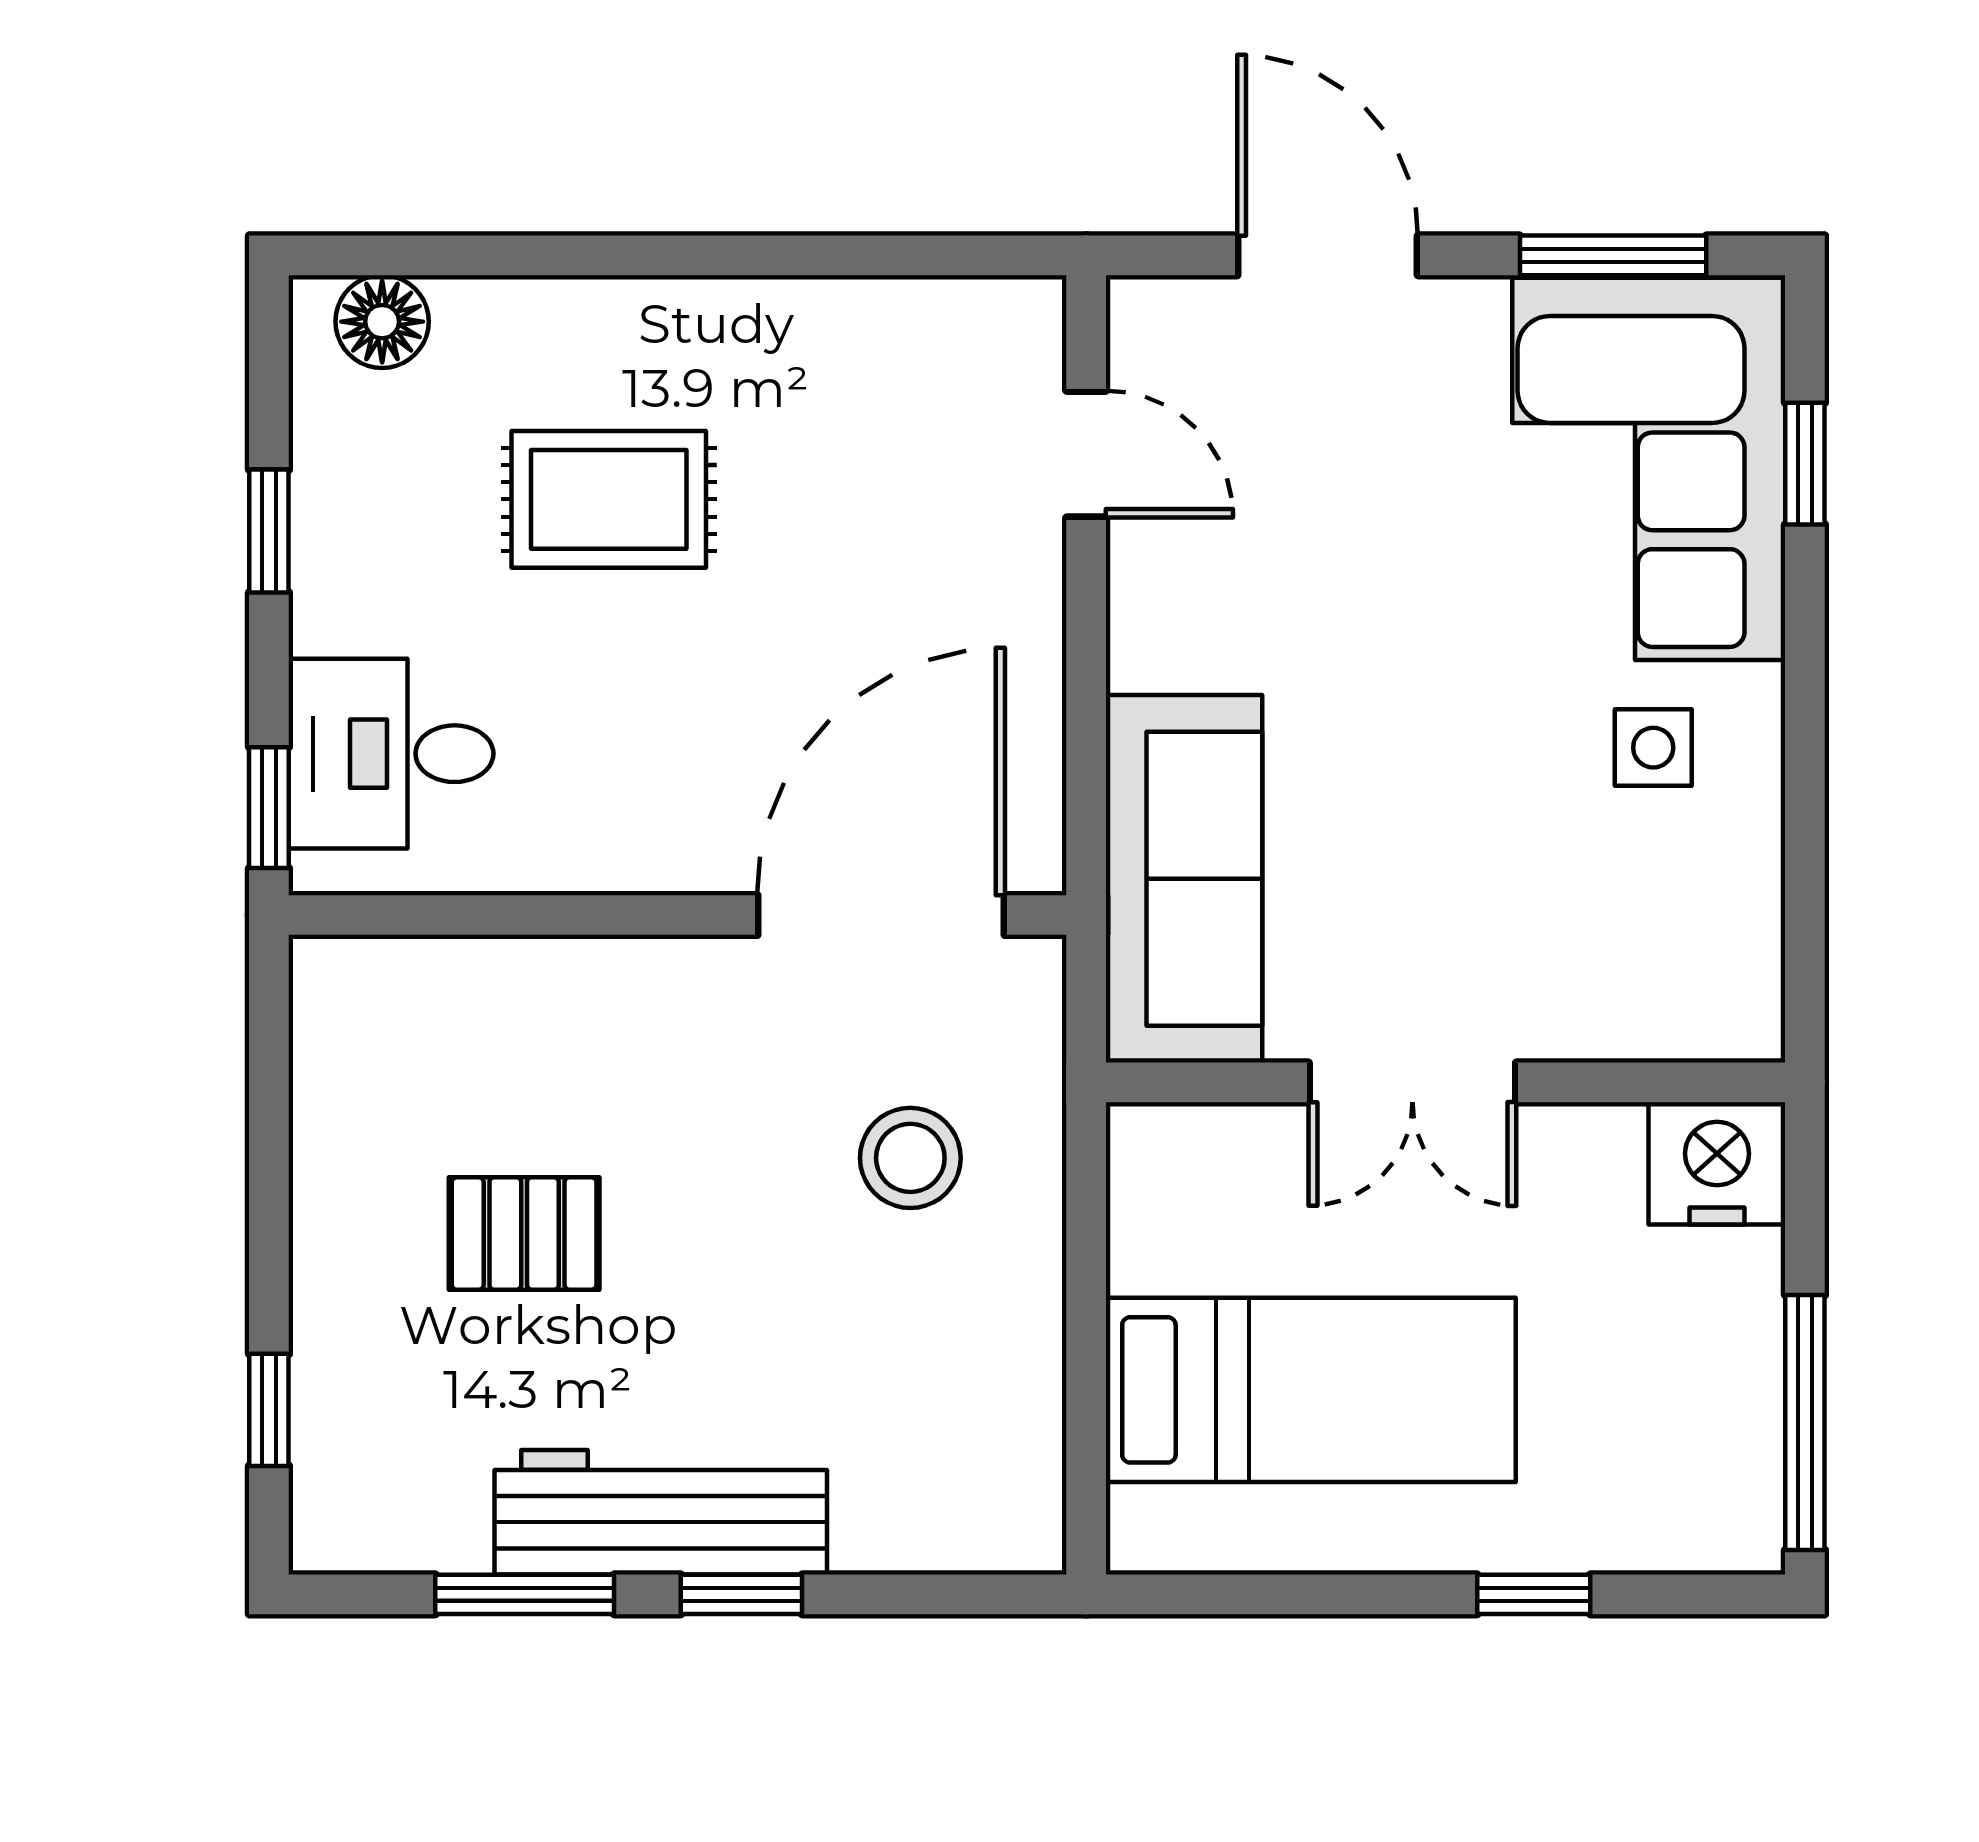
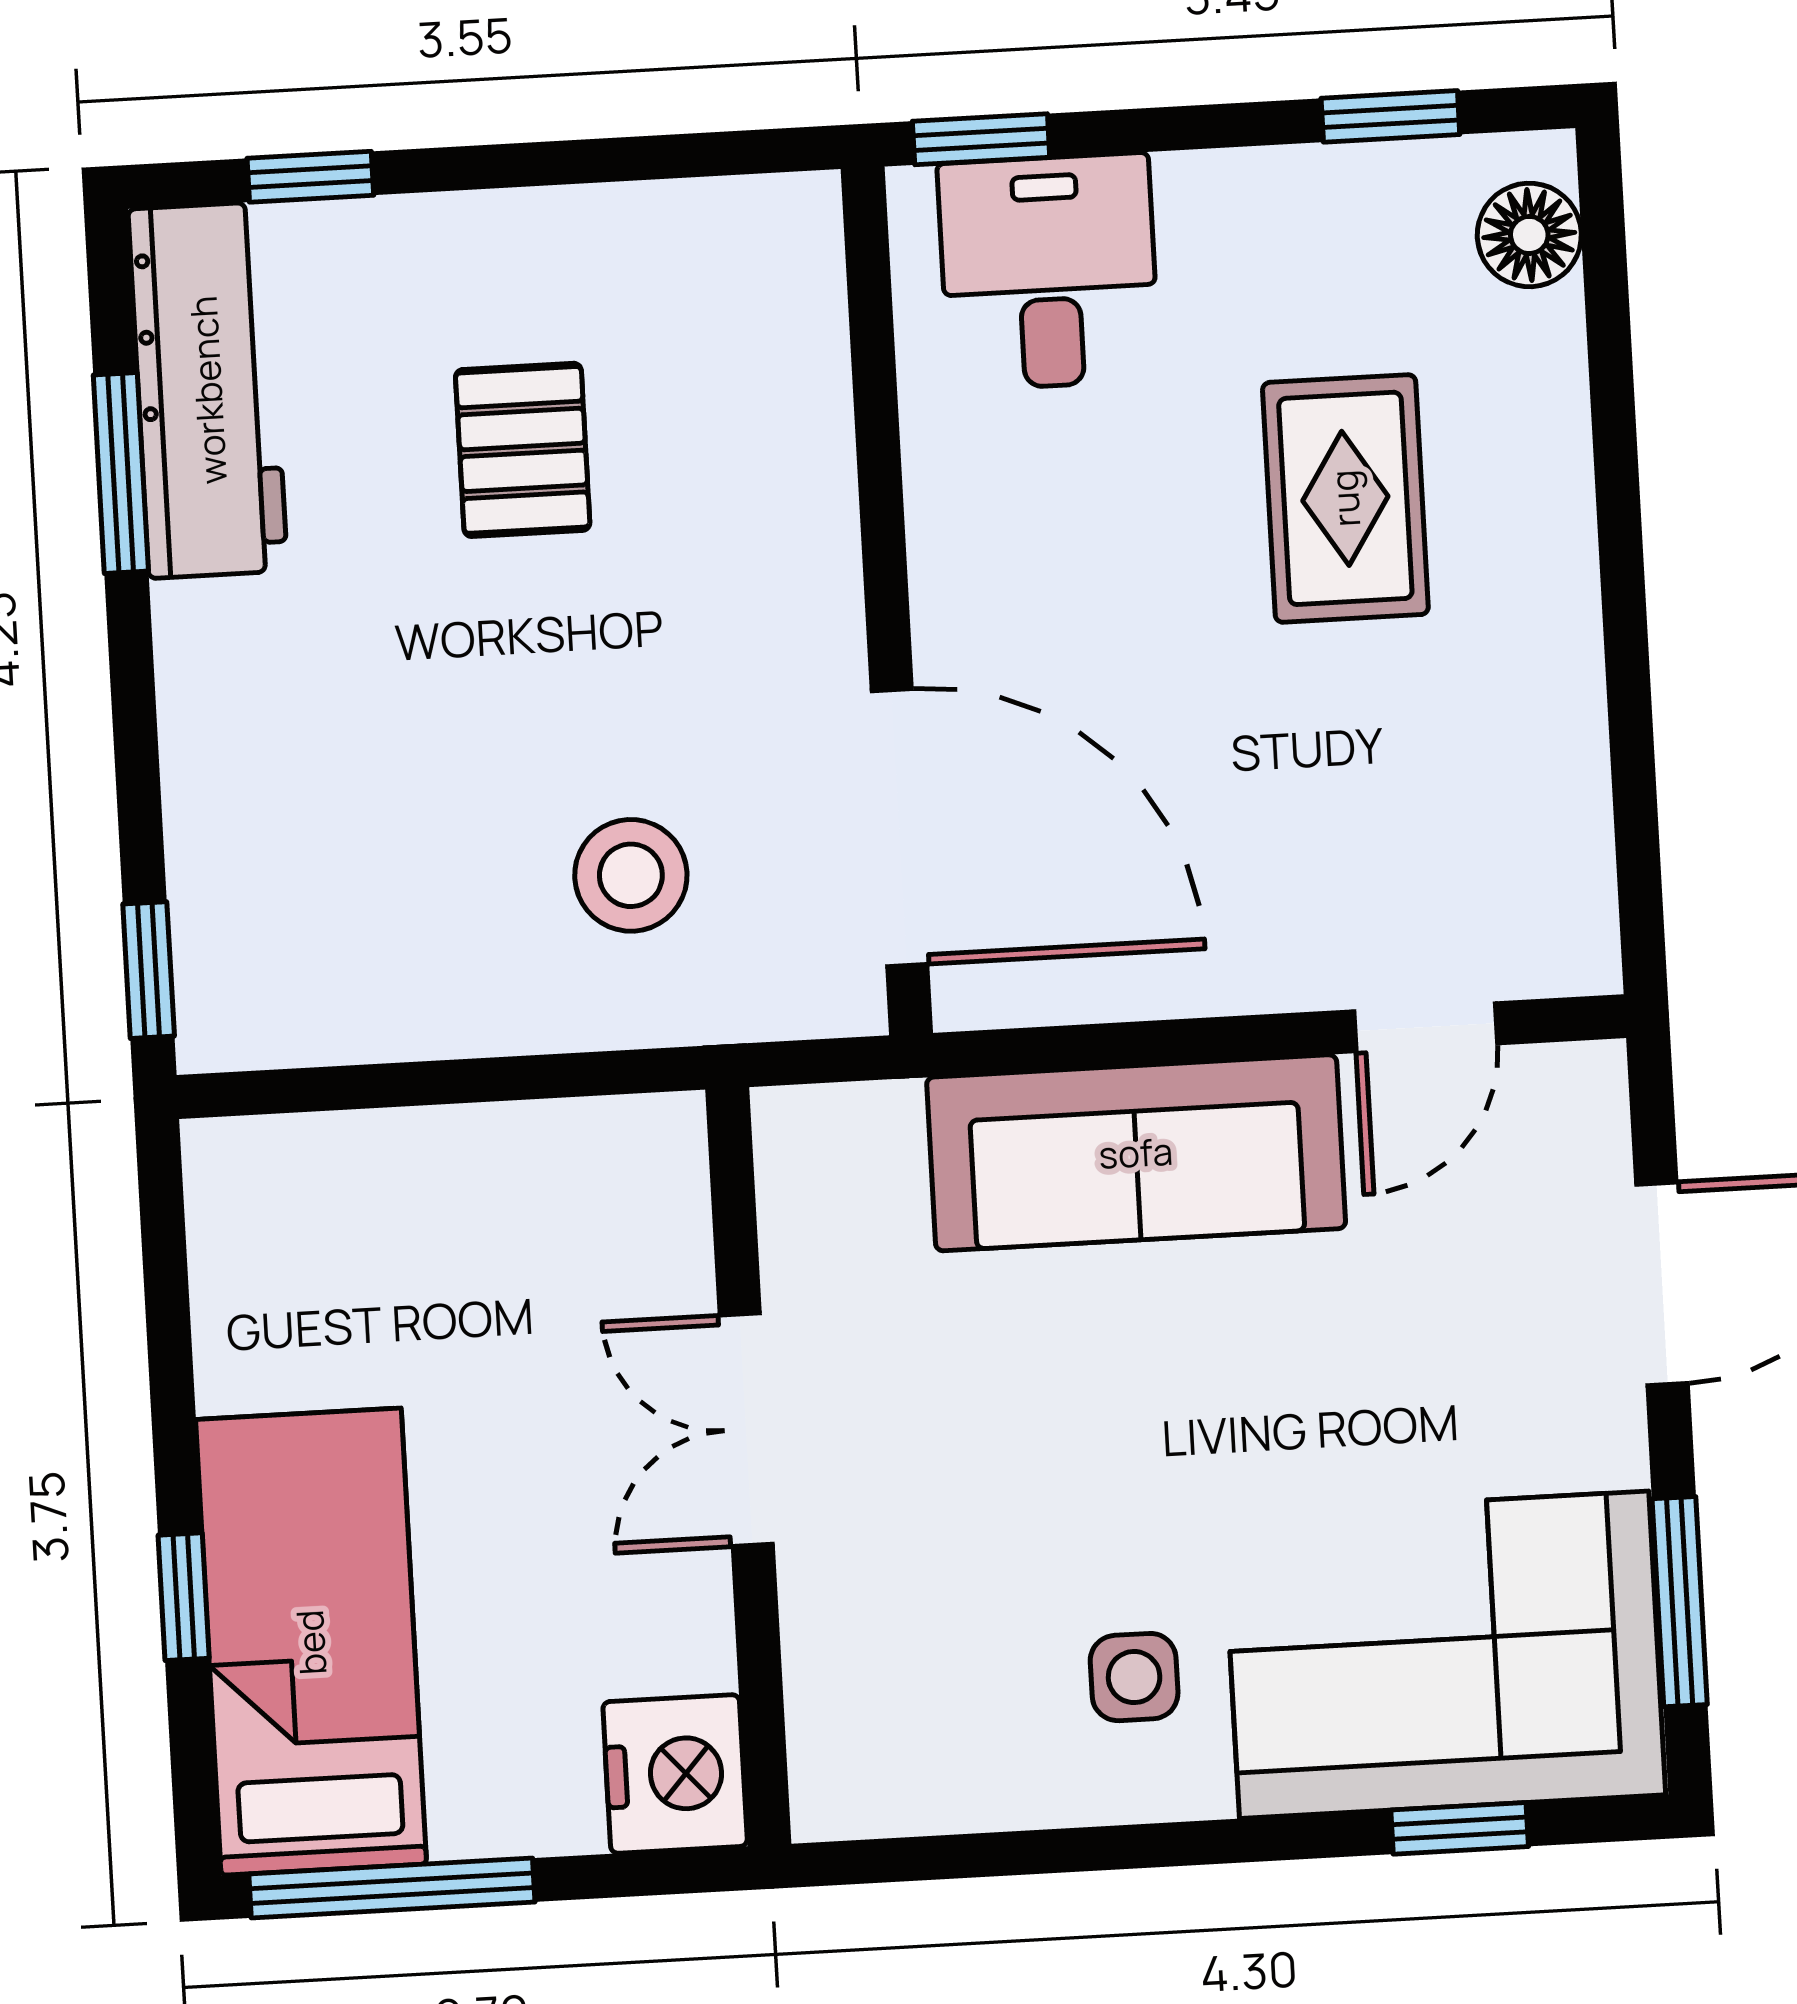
window: (269, 531) -> (1390, 116), moved
sofa: (1184, 879) -> (1136, 1153), moved
bed: (1311, 1390) -> (311, 1642), moved, turned 180
workbench: (661, 1512) -> (208, 390), moved
window: (741, 1594) -> (149, 970), moved

